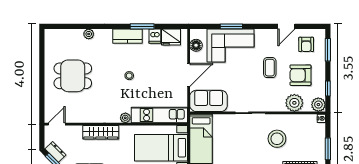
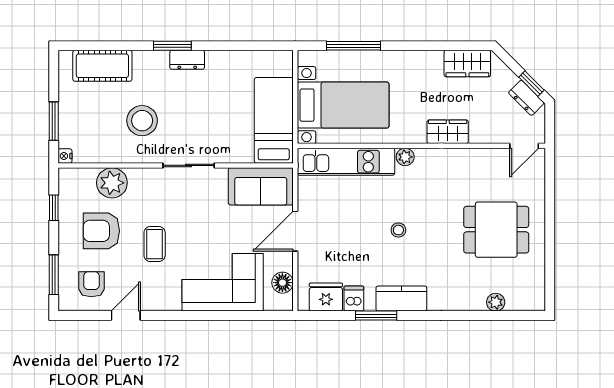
window: (231, 26) -> (221, 316), removed
plant: (89, 34) -> (496, 302), moved
armchair: (300, 75) -> (101, 231), turned 180
plant: (318, 105) -> (70, 180), removed
wardrobe: (101, 132) -> (448, 132), width x0.67
window: (328, 149) -> (54, 121), moved

